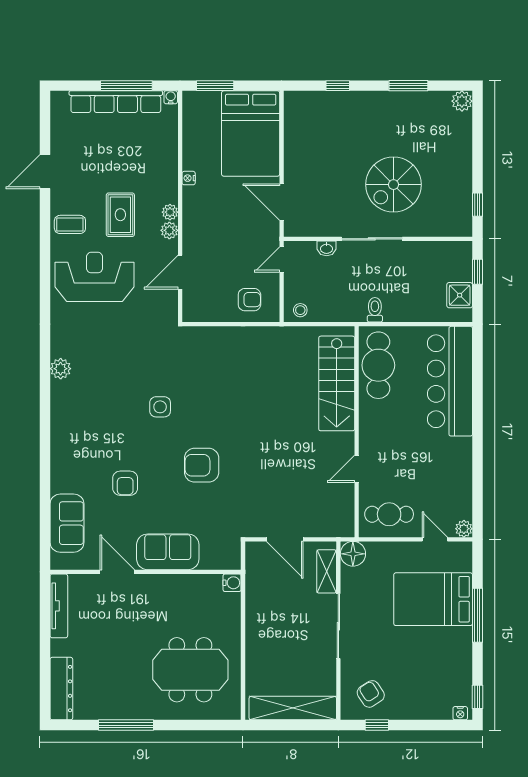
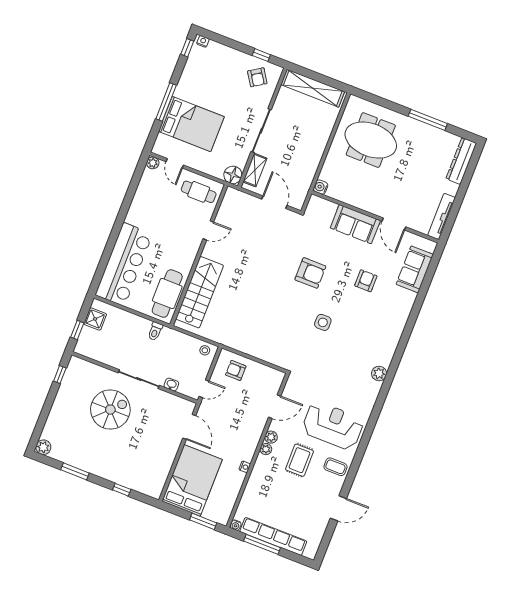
reception desk: (94, 277) -> (333, 426), turned 180

